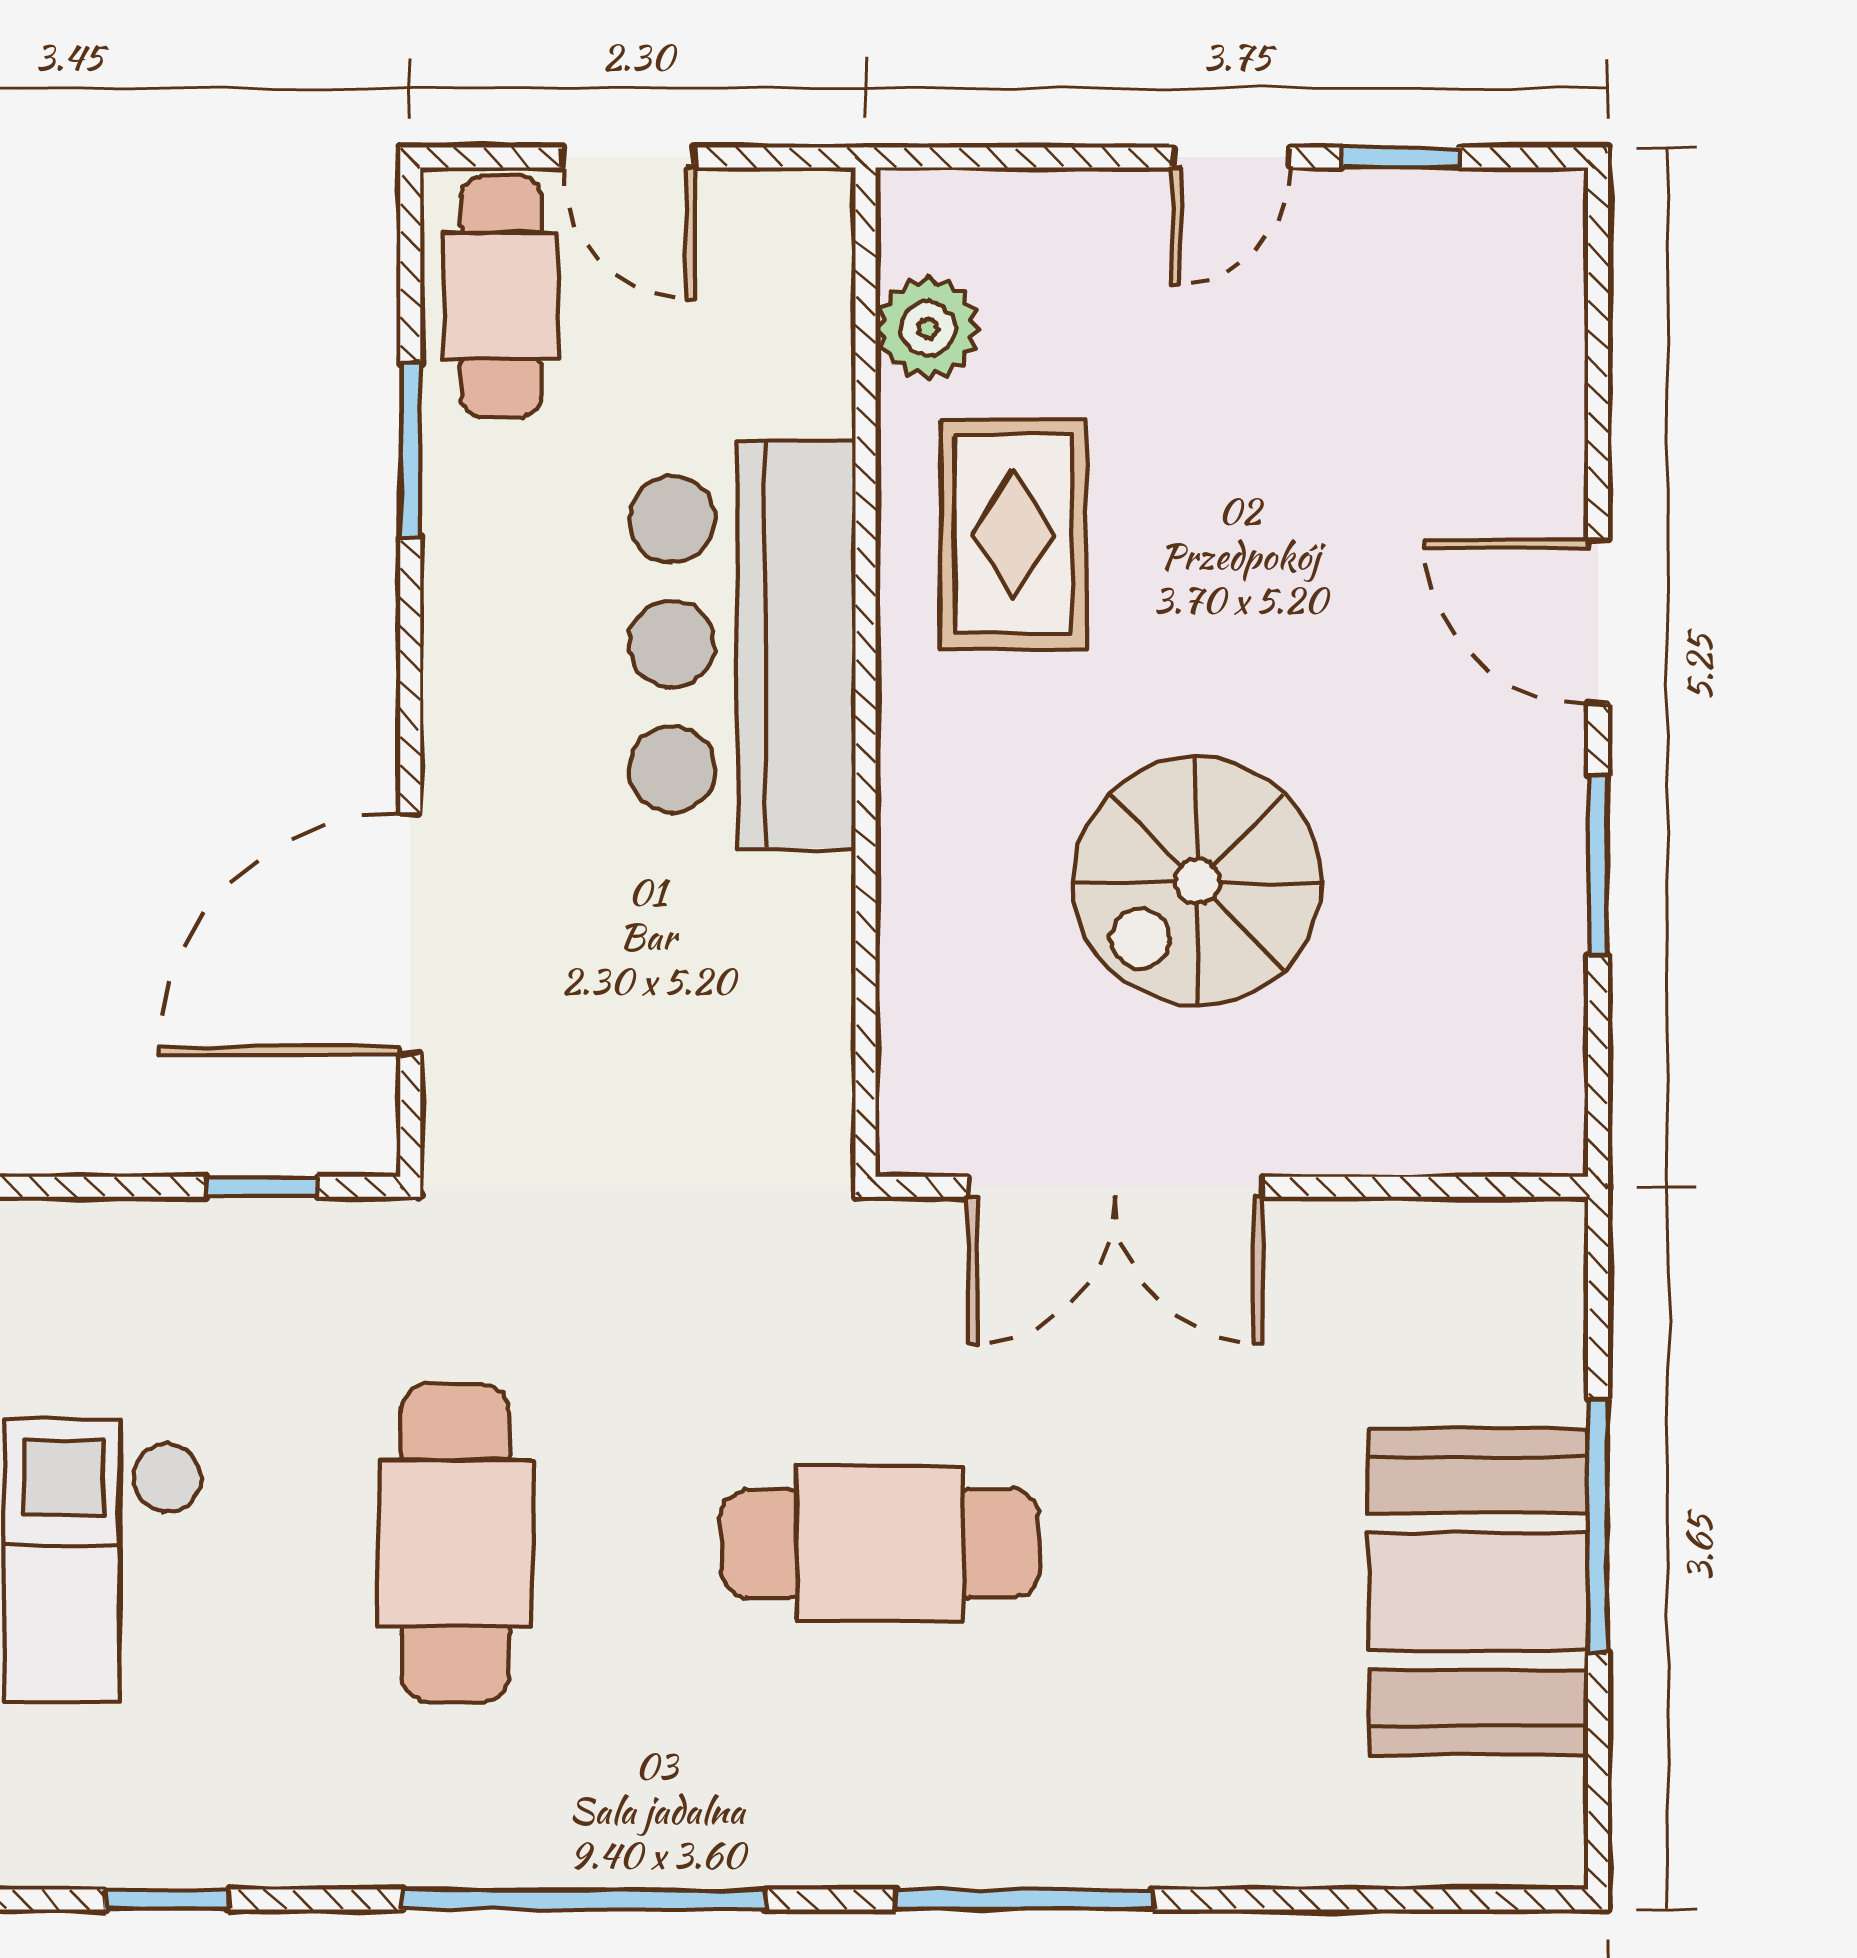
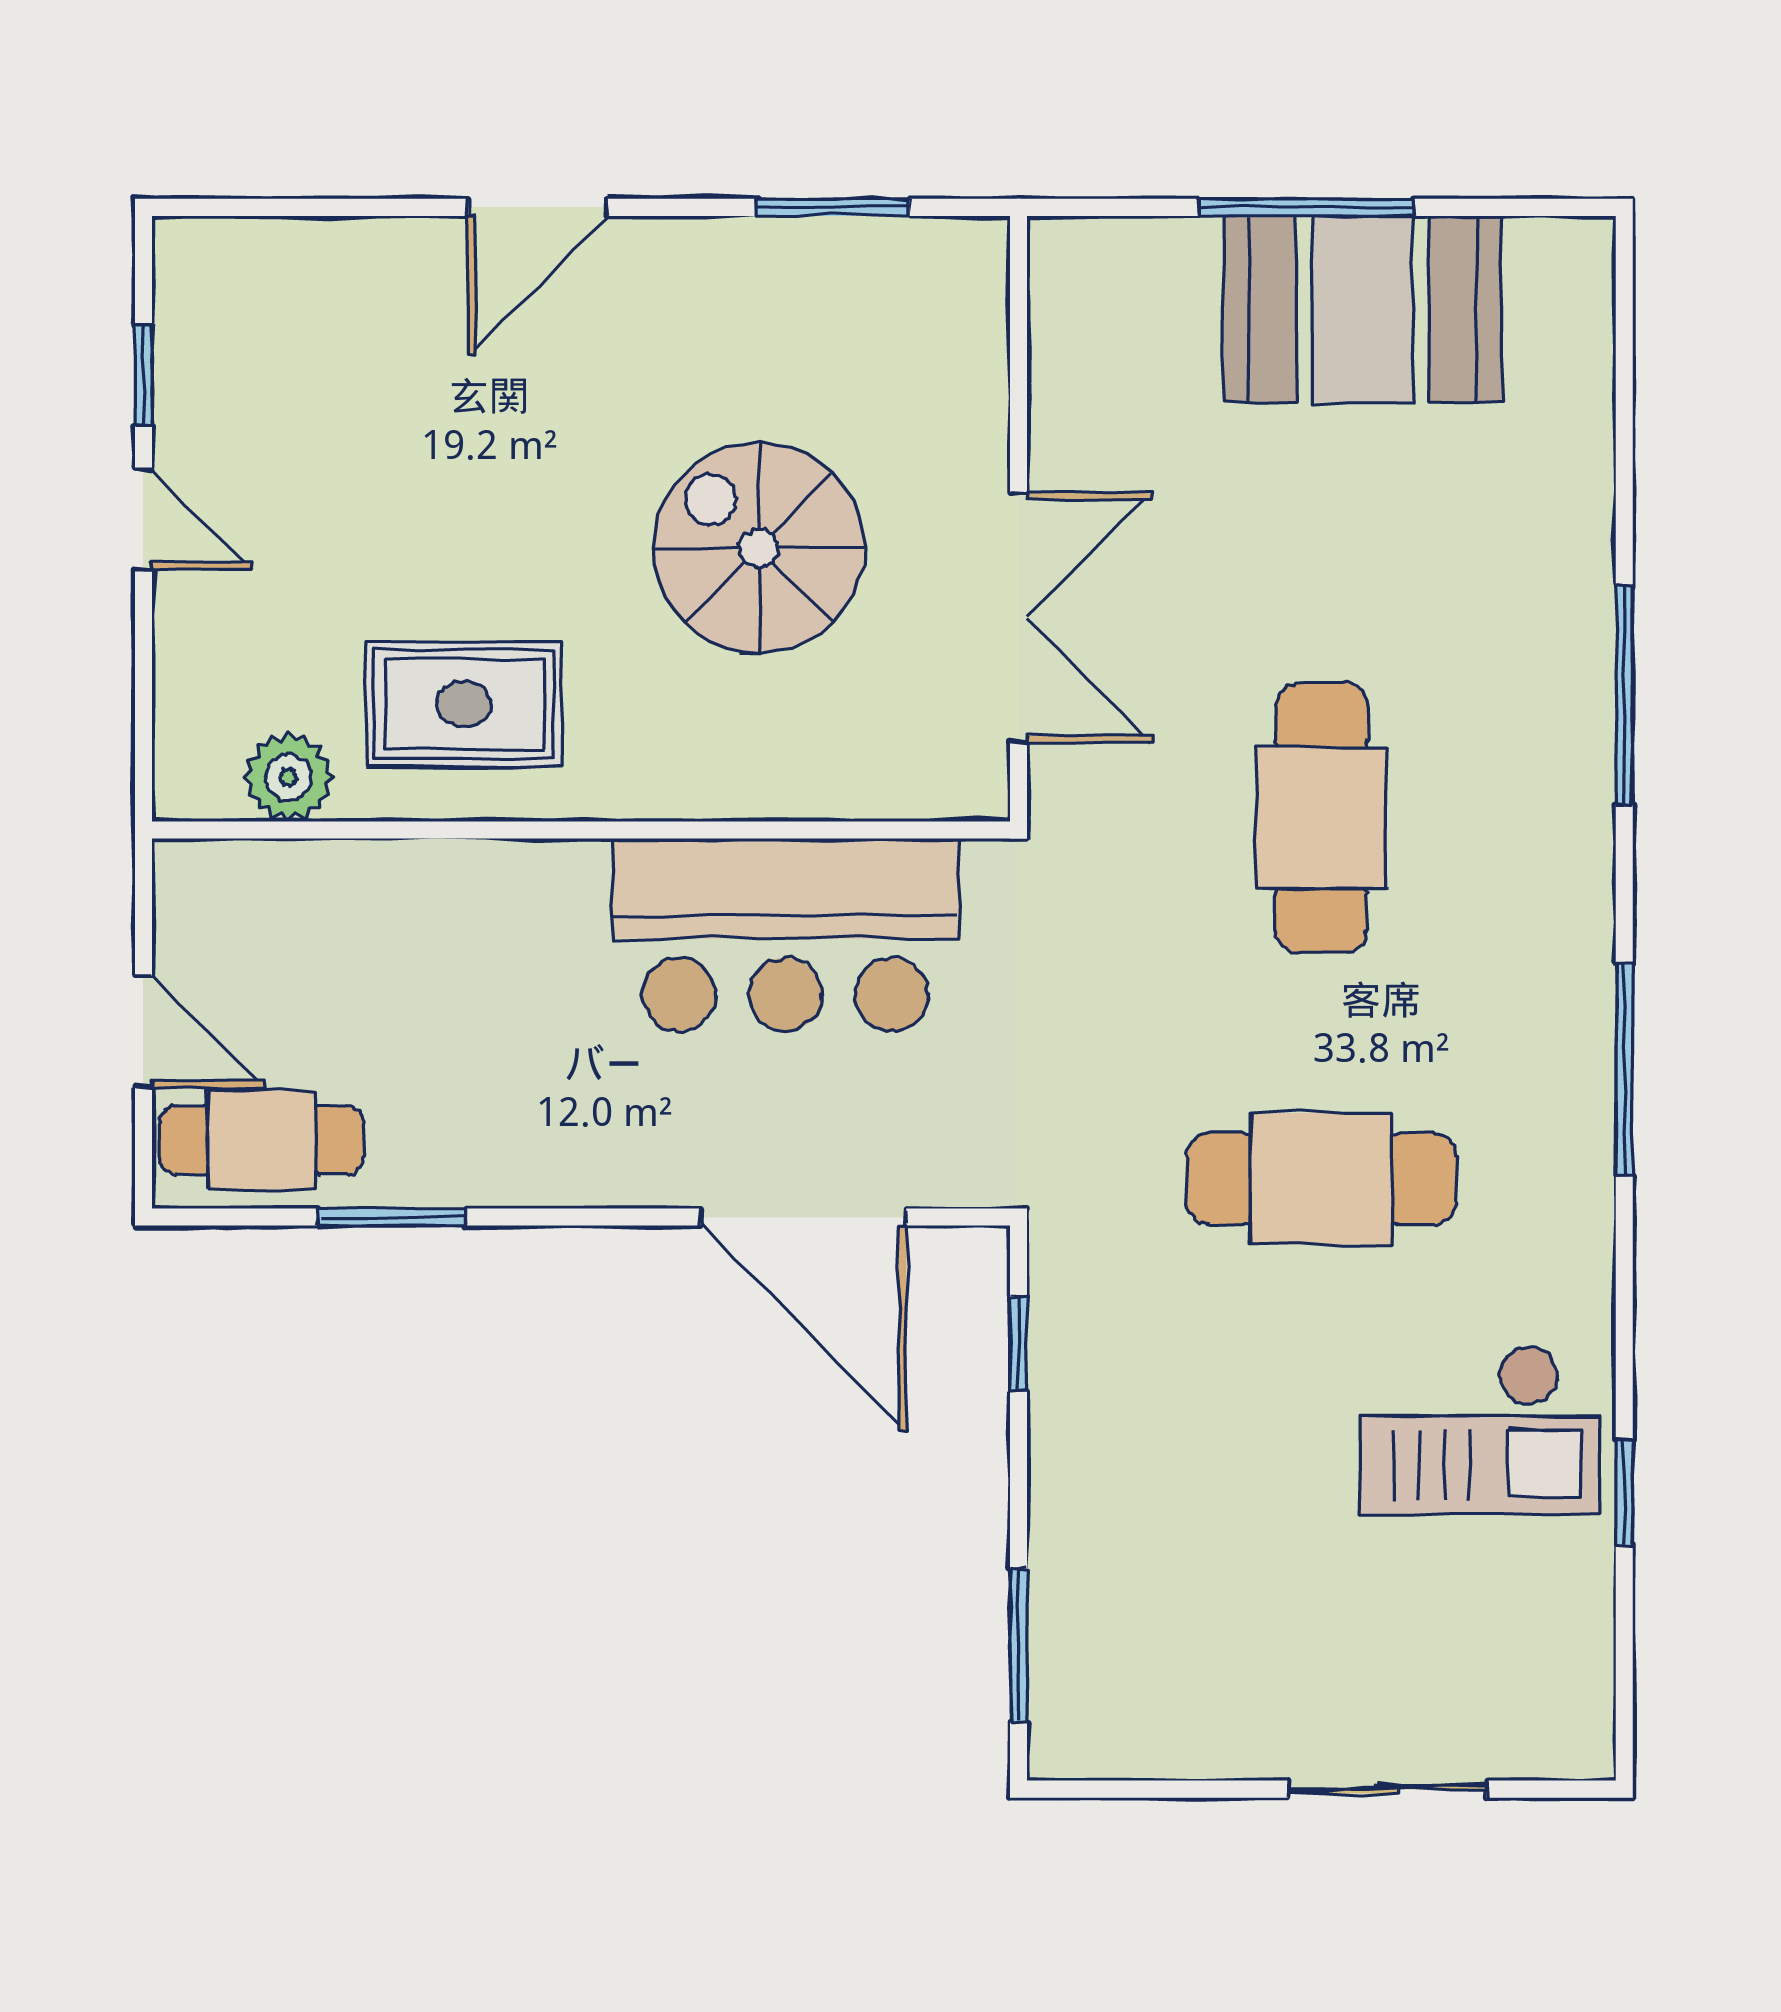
door: (628, 157) -> (143, 1032), hinge flipped
bar counter: (742, 644) -> (785, 935), moved
window: (1598, 865) -> (833, 207), moved
spiral stairs: (1197, 882) -> (759, 548), turned 180
checkout: (104, 1560) -> (1480, 1430), moved
window: (167, 1899) -> (1624, 1492), moved
window: (584, 1899) -> (1624, 1069), width x0.68

